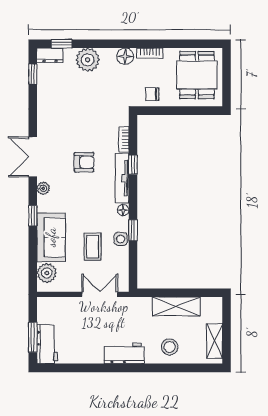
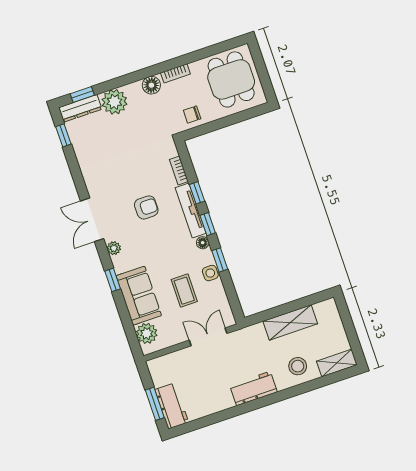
dresser: (50, 55) -> (80, 108), width x1.44
window: (133, 195) -> (208, 224), added
shelving: (215, 341) -> (337, 363), moved, turned 90

